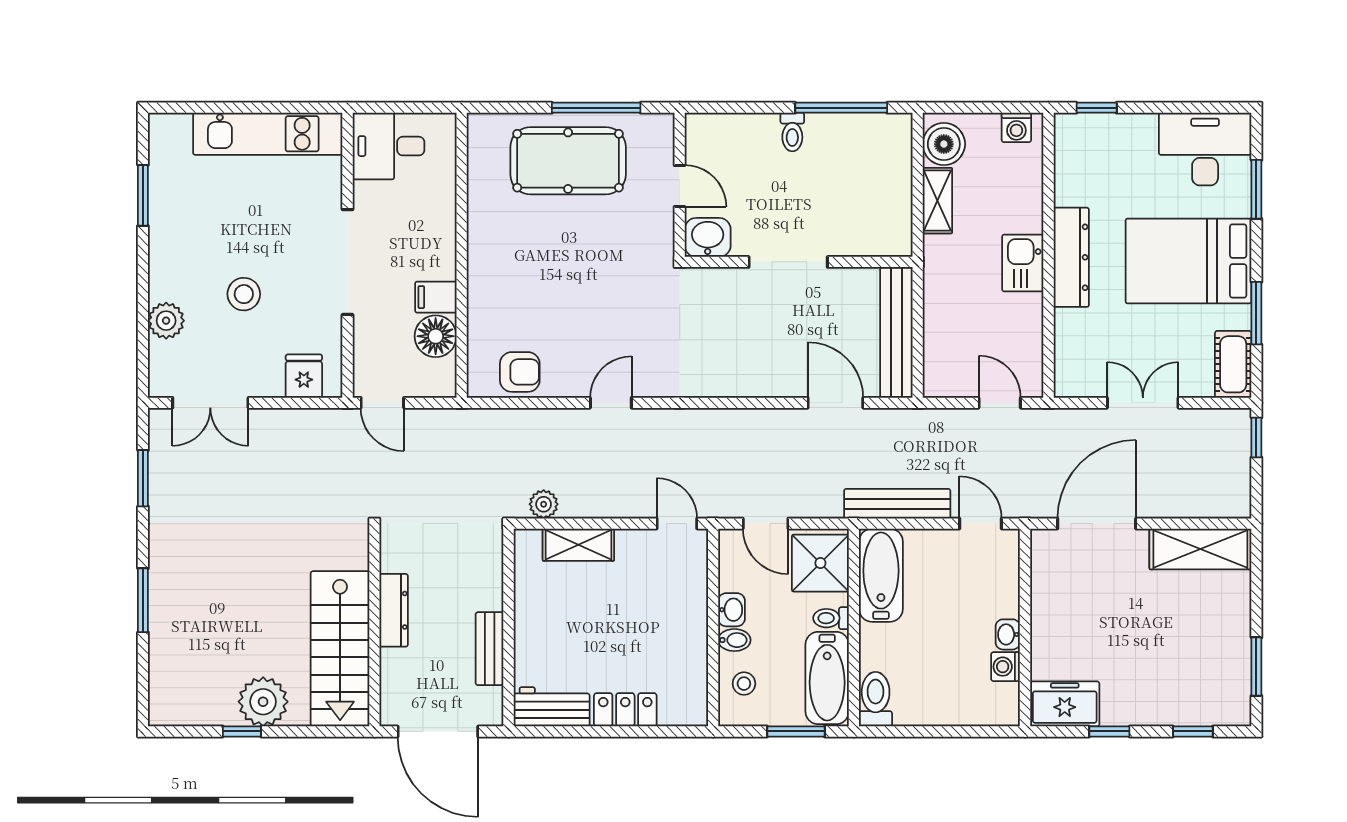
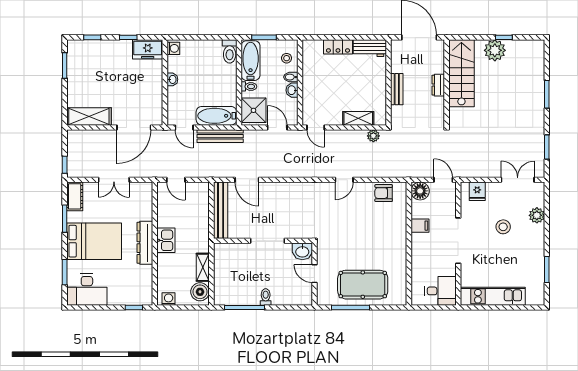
floor lamp: (436, 336) -> (420, 191), moved
bathtub: (881, 575) -> (216, 116), moved, turned 90
dresser: (394, 610) -> (438, 85), width x0.70
bench: (490, 649) -> (397, 89), moved
washing machine: (1006, 667) -> (173, 48), moved

